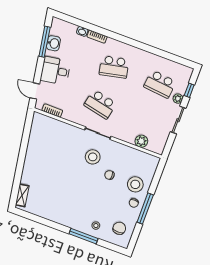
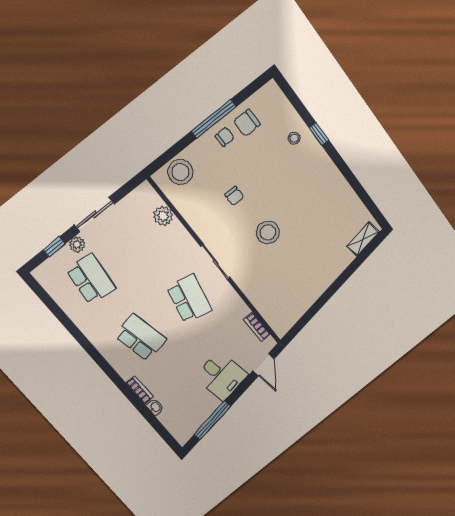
washbasin: (53, 43) -> (202, 412), removed
stool: (93, 157) -> (268, 232), moved
stool: (135, 184) -> (180, 172), moved
chair: (119, 228) -> (247, 123), moved
window: (84, 236) -> (319, 134), width x0.46

